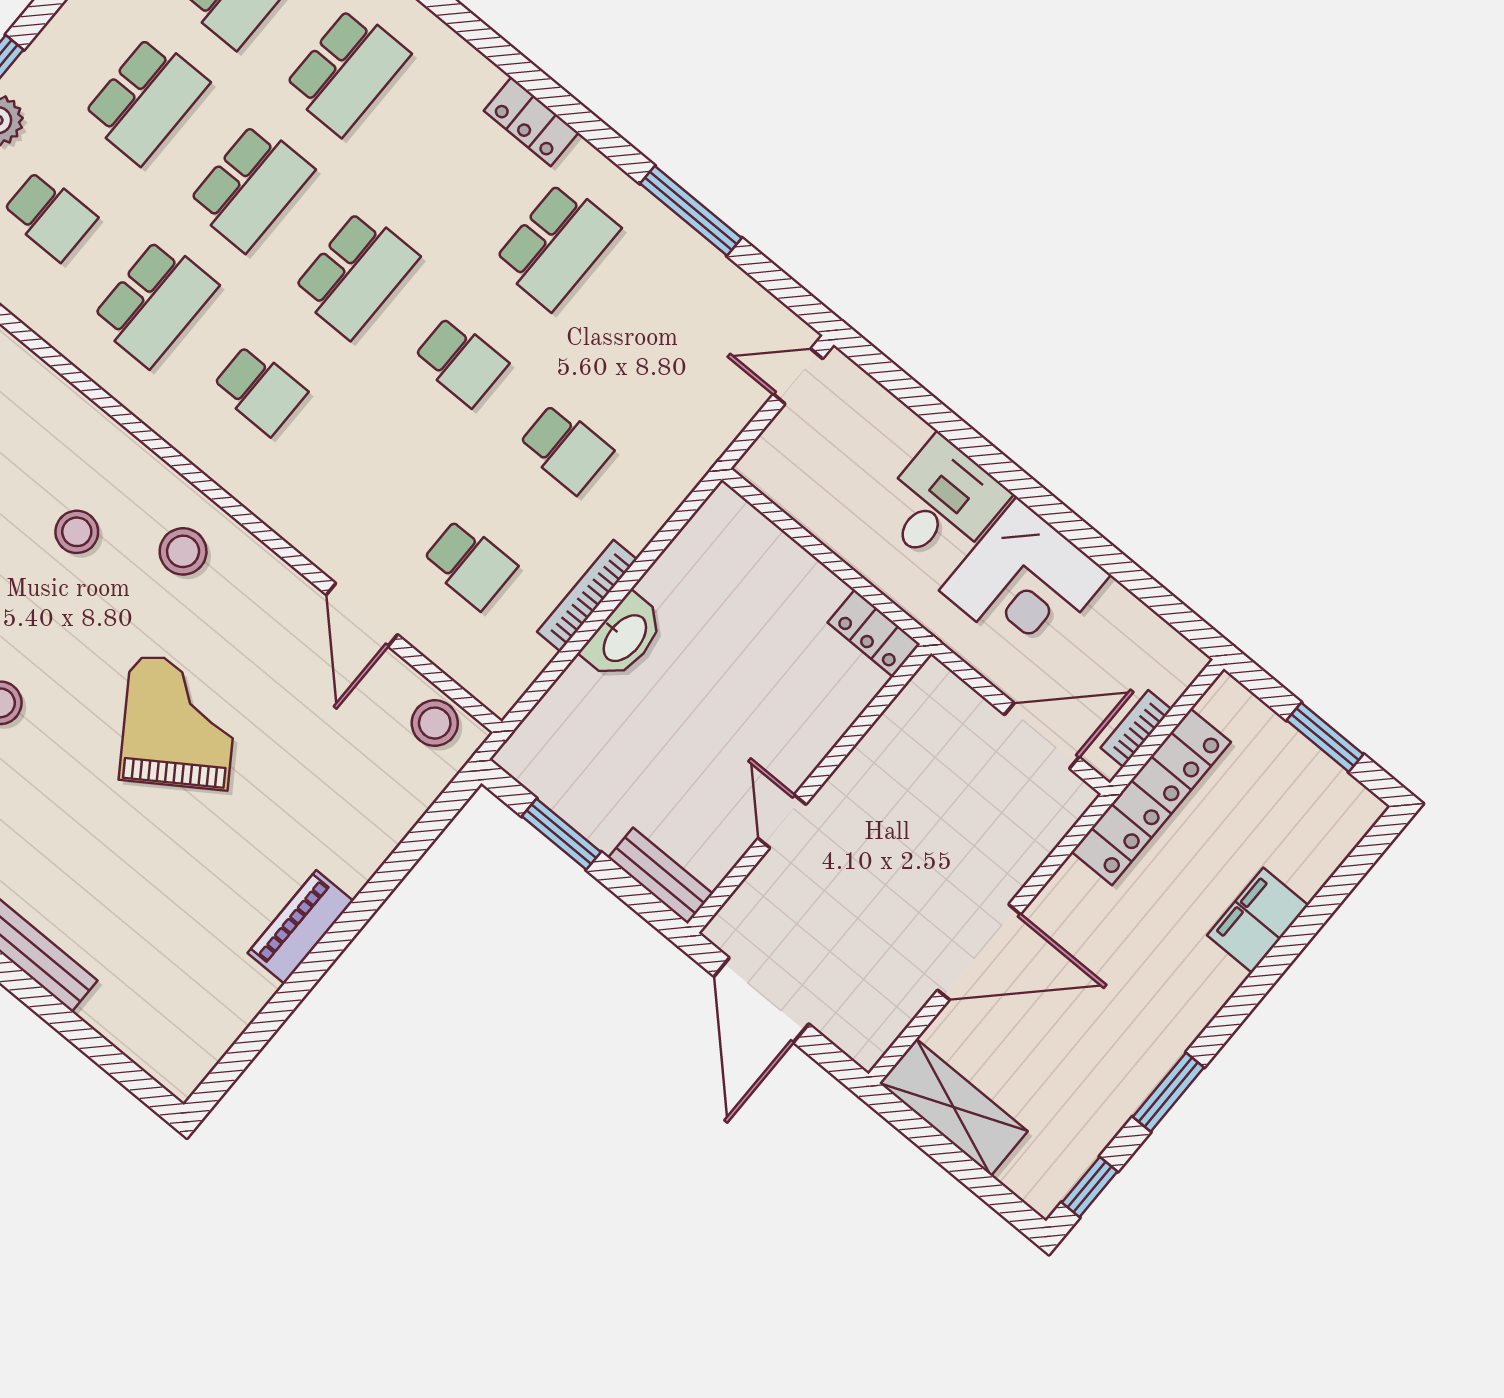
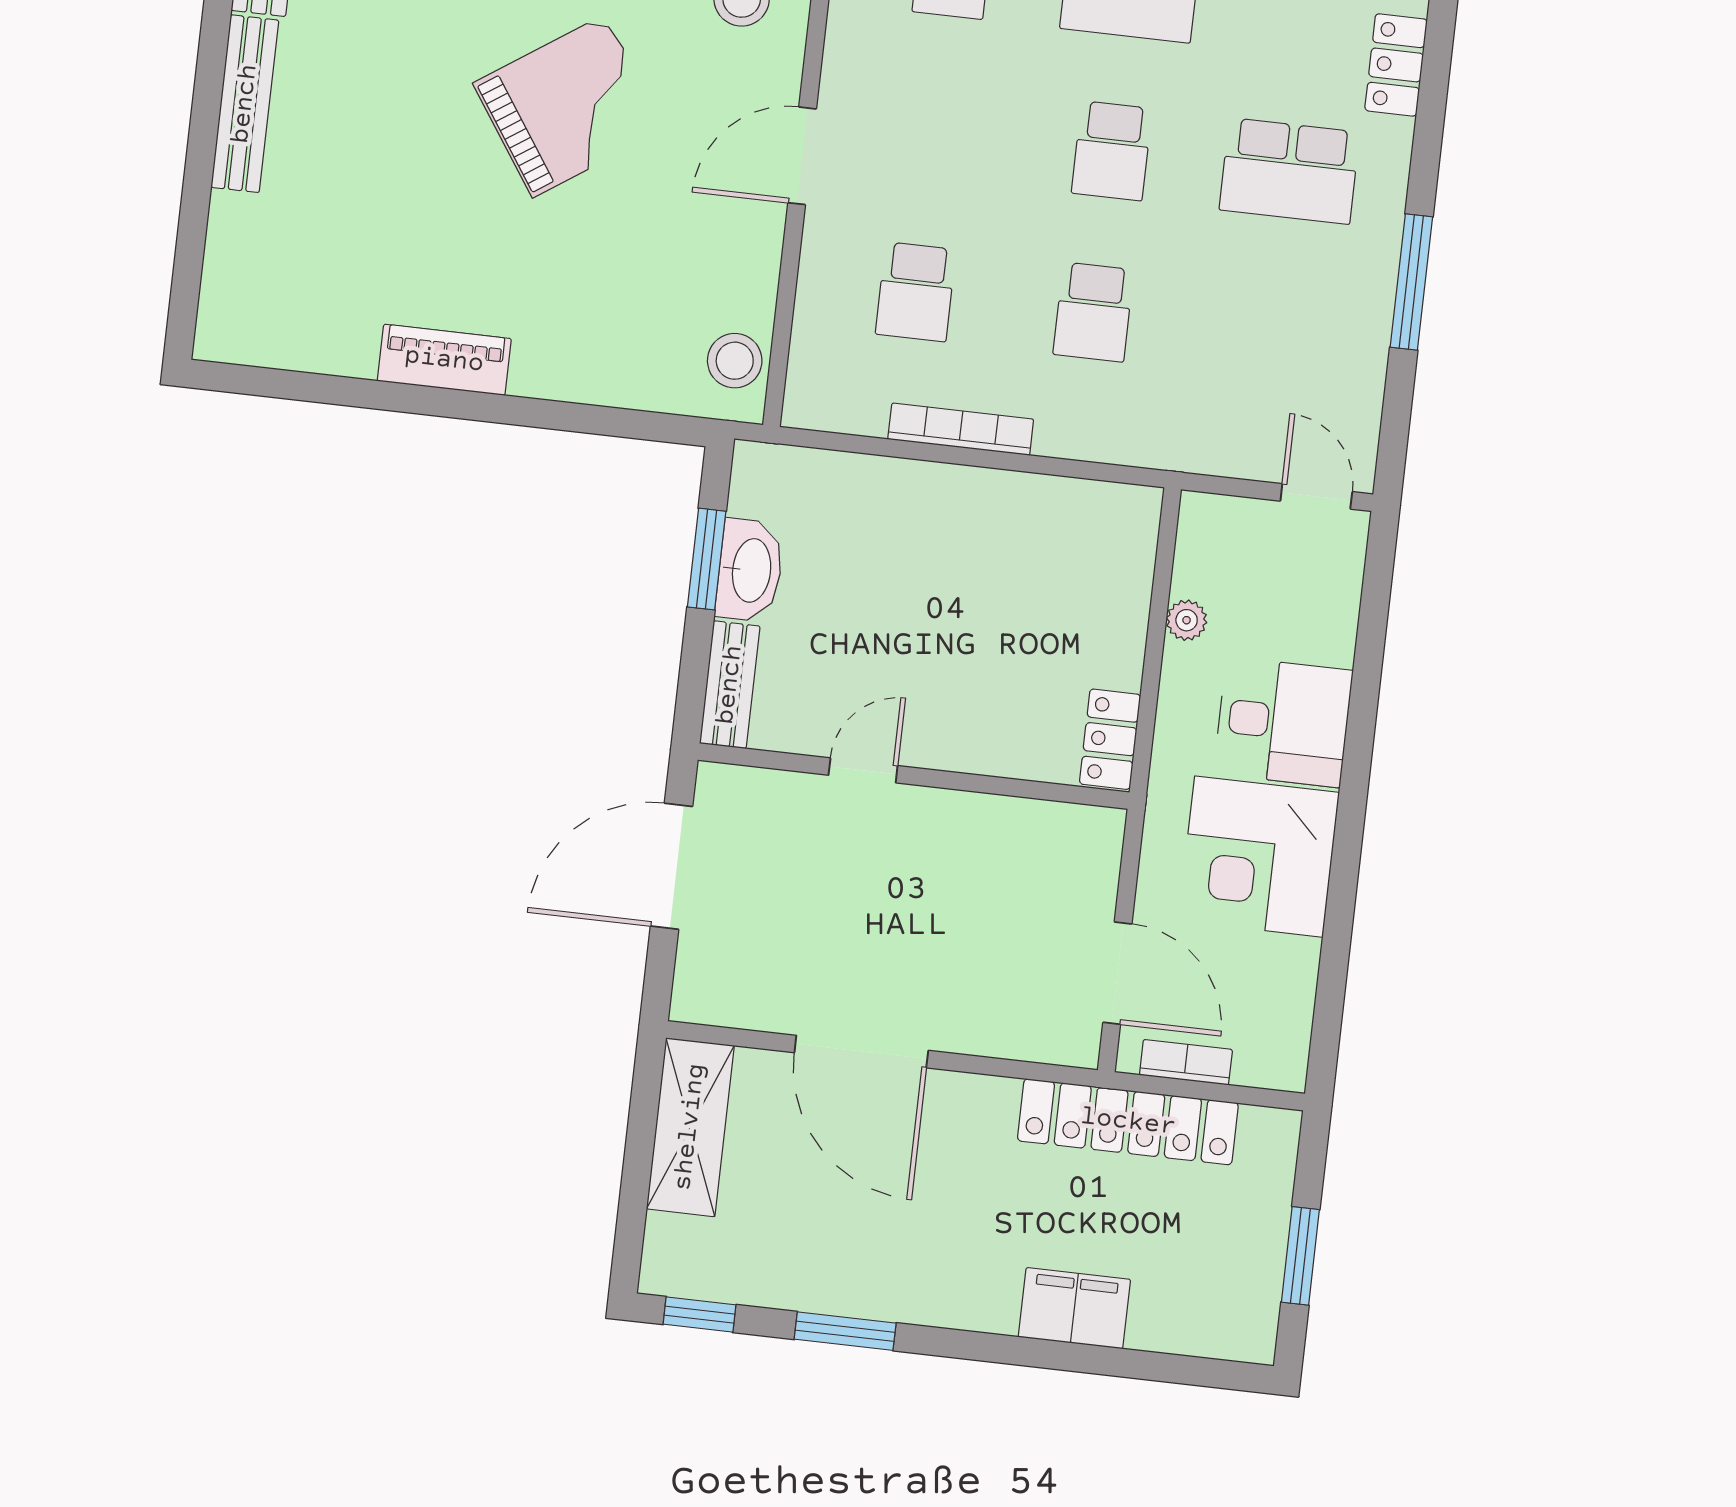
plant: (825, 525) -> (1187, 620), added
door: (362, 615) -> (802, 156), moved
washbasin: (624, 637) -> (750, 570), moved, turned -90

